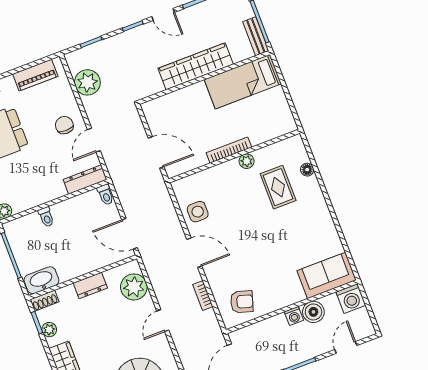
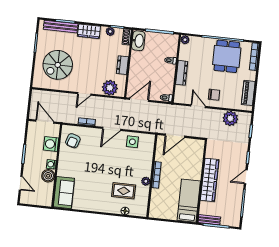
dresser: (85, 180) -> (182, 73), moved
washing machine: (351, 299) -> (51, 144), moved
door: (163, 321) -> (84, 94), swing flipped

